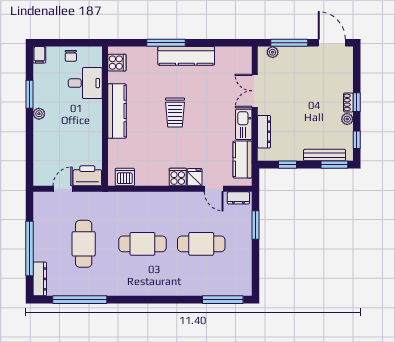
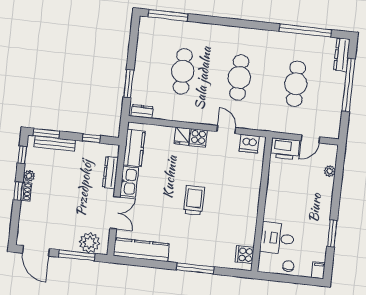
plant: (273, 52) -> (89, 243), width x1.88, depth x1.88
kitchen counter: (186, 56) -> (141, 250), moved
kitchen counter: (117, 111) -> (250, 208), removed
plant: (39, 114) -> (330, 171), moved
door: (214, 189) -> (226, 130), moved
cafe table: (142, 244) -> (239, 77), turned 90
cafe table: (201, 244) -> (183, 71), turned 90

